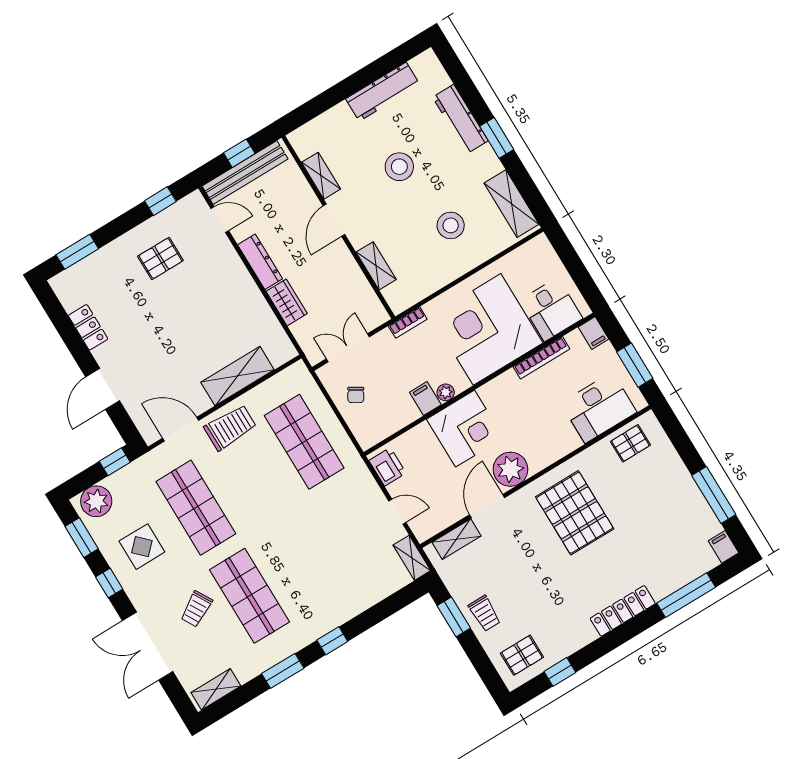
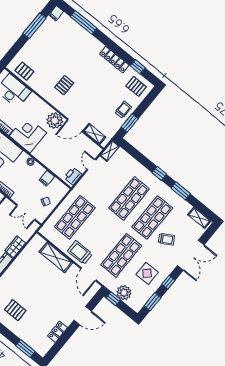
filing cabinet: (425, 399) -> (47, 178), moved
corner desk: (465, 429) -> (28, 134), moved
plant: (96, 501) -> (124, 293), moved
pallet: (575, 513) -> (64, 85), width x0.49, depth x0.50
shop shelf: (304, 563) -> (129, 198), added
locker: (623, 611) -> (114, 60), moved

